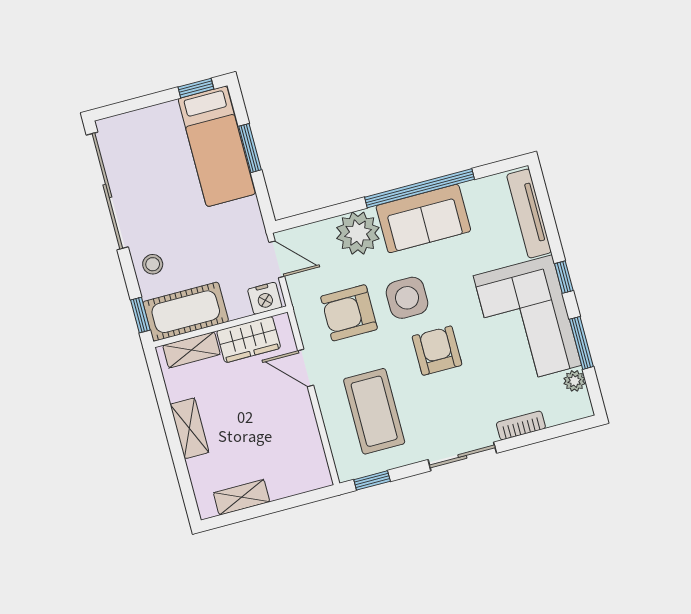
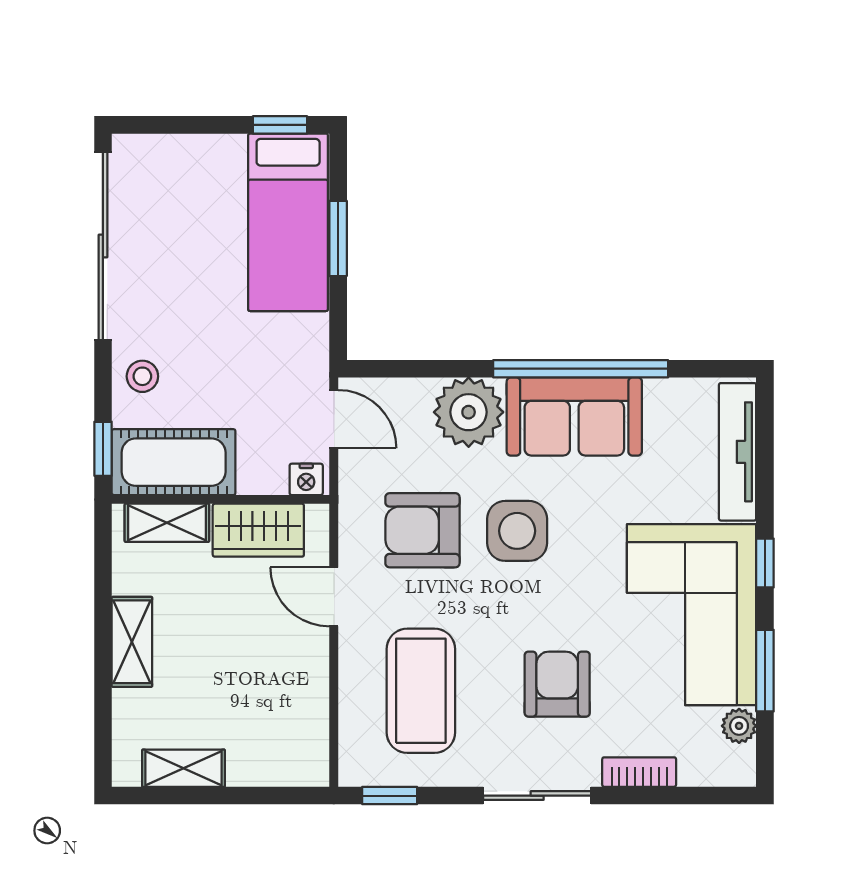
nightstand: (265, 298) -> (306, 479), width x0.72, depth x0.74
armchair: (437, 351) -> (557, 684), moved

